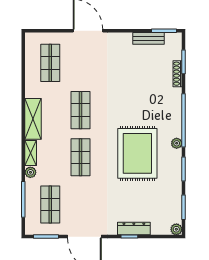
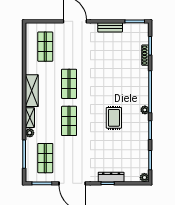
bench: (148, 38) -> (110, 27), moved
rug: (137, 153) -> (114, 118), width x0.54, depth x0.49

